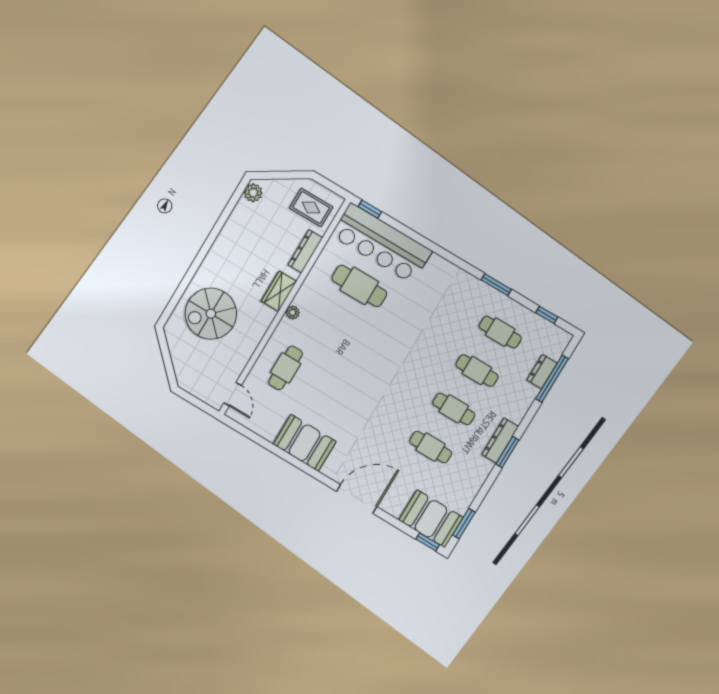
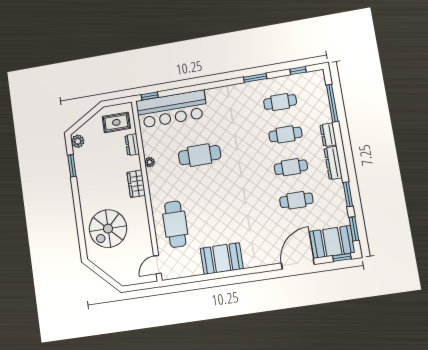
window: (226, 214) -> (72, 166), added
dresser: (305, 251) -> (132, 145), width x0.70
cafe table: (359, 286) -> (200, 155), moved
plant: (293, 312) -> (150, 162), moved
cafe table: (286, 368) -> (175, 224), width x1.37, depth x1.35
dresser: (542, 372) -> (328, 135), moved
door: (233, 394) -> (157, 265), swing flipped
window: (507, 452) -> (348, 194), moved
door: (357, 499) -> (298, 264), moved

